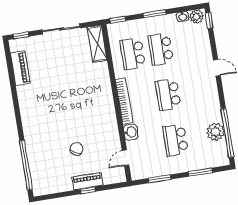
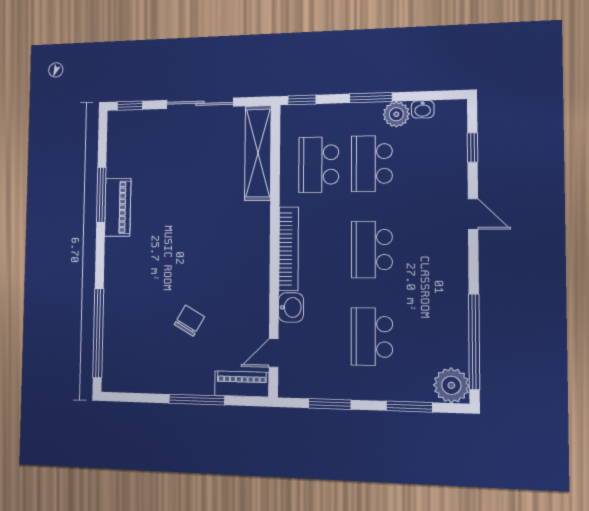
plant: (197, 17) -> (396, 114), moved
window: (209, 20) -> (473, 148), moved
shelving: (97, 44) -> (258, 153), width x1.47
piano: (20, 68) -> (118, 207), moved
window: (13, 88) -> (101, 195), added
plant: (215, 132) -> (451, 385), moved
piano: (87, 181) -> (242, 384), moved
window: (88, 190) -> (197, 400), width x2.17

